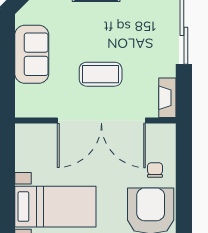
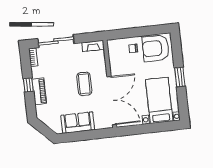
double door: (101, 121) -> (112, 101), moved

